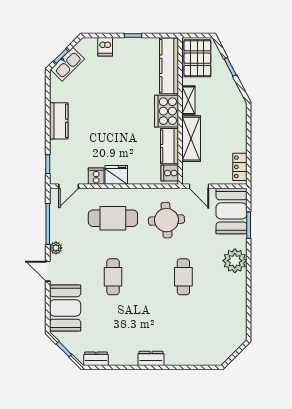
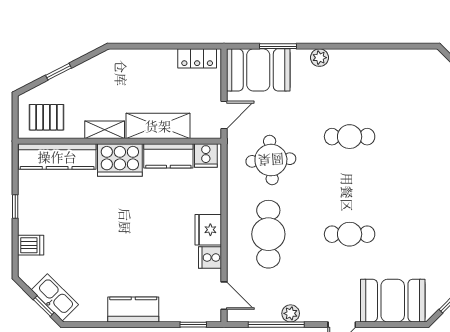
pallet: (197, 58) -> (46, 117), width x0.67, depth x0.71
plant: (56, 248) -> (291, 313), moved
plant: (235, 261) -> (319, 58), width x0.53, depth x0.53

